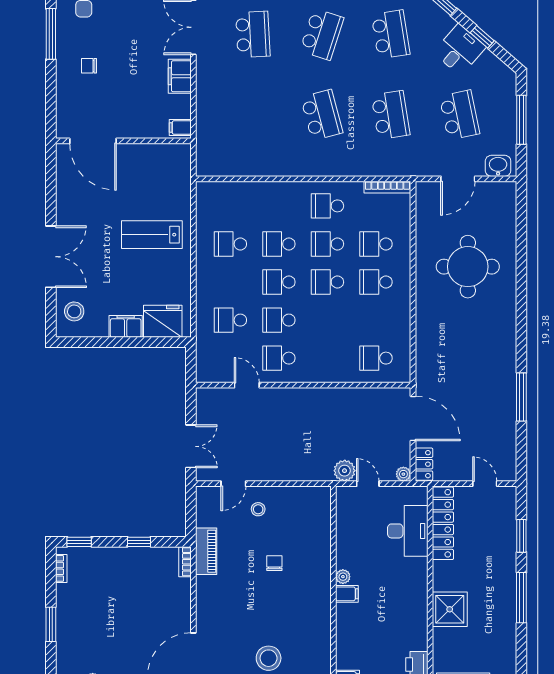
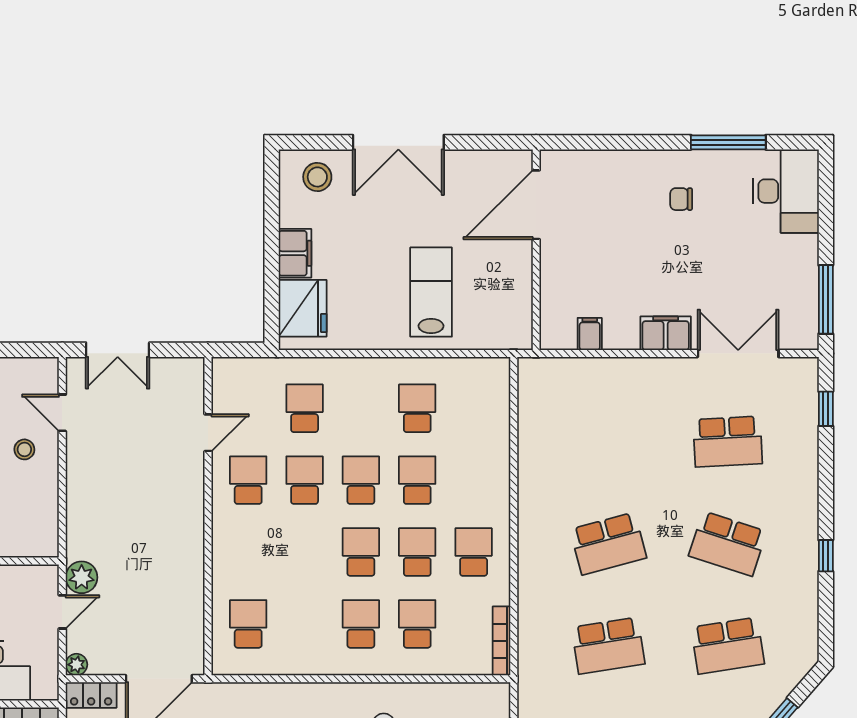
chair: (89, 66) -> (681, 199), turned -90
door: (93, 141) -> (536, 205), moved
wall: (123, 141) -> (536, 250), moved

